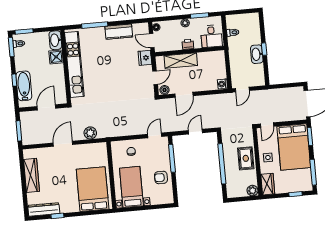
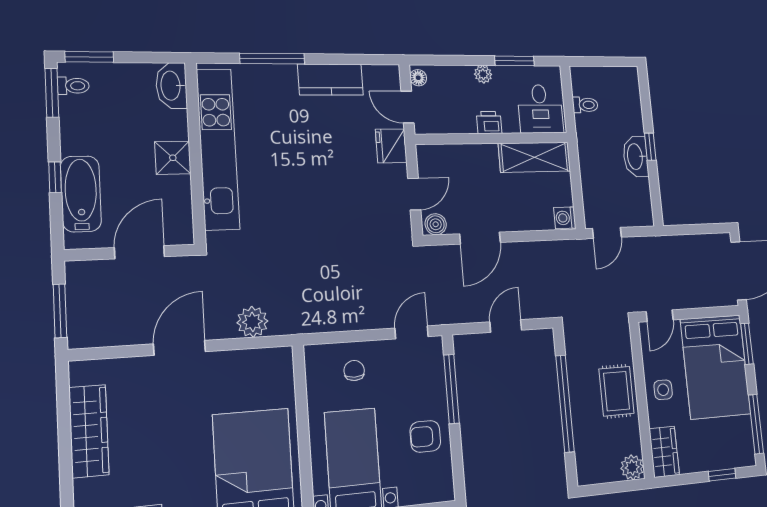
shower: (56, 57) -> (173, 158), moved
shelving: (181, 61) -> (535, 157), moved

